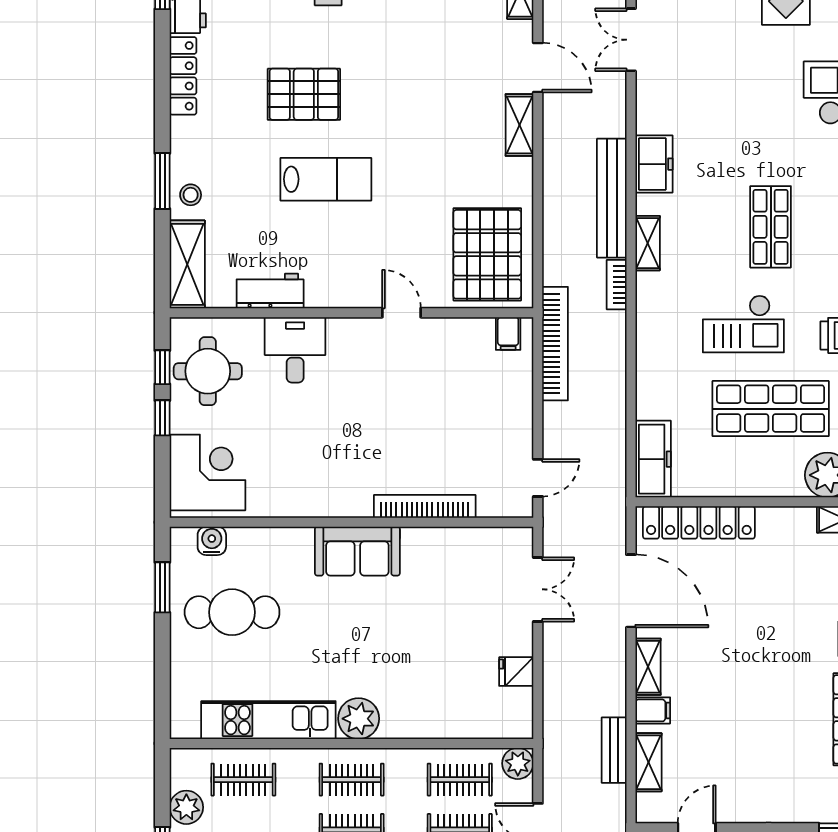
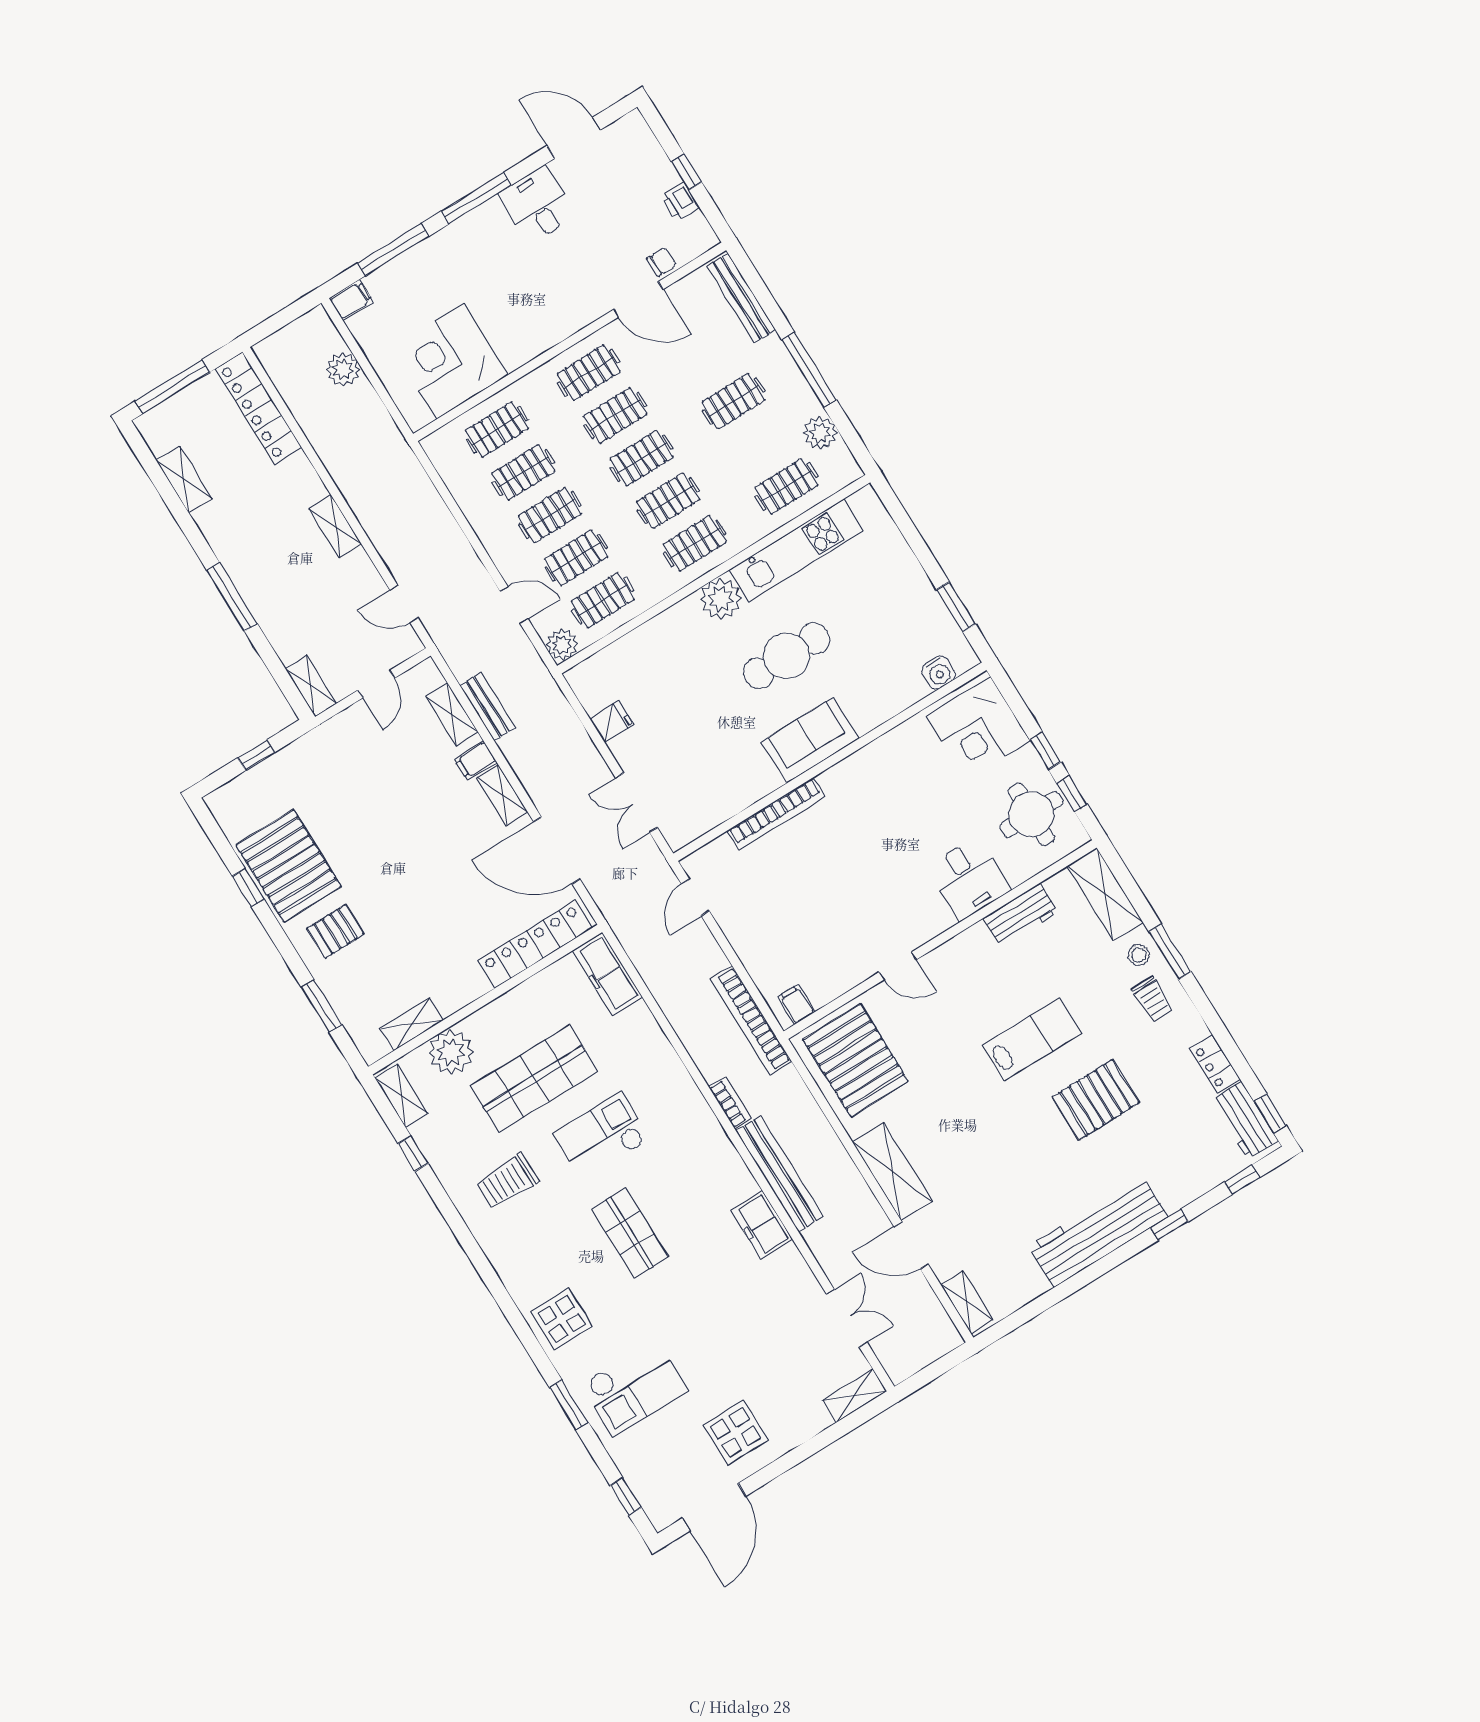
locker: (183, 76) -> (1215, 1064), width x0.66
shelving: (519, 125) -> (892, 1172), width x1.50, depth x1.33
trolley: (202, 150) -> (1152, 999), added
lab bench: (326, 179) -> (1032, 1039), turned 180
shelving: (648, 243) -> (726, 1154), removed
cafe table: (232, 612) -> (786, 656), moved

